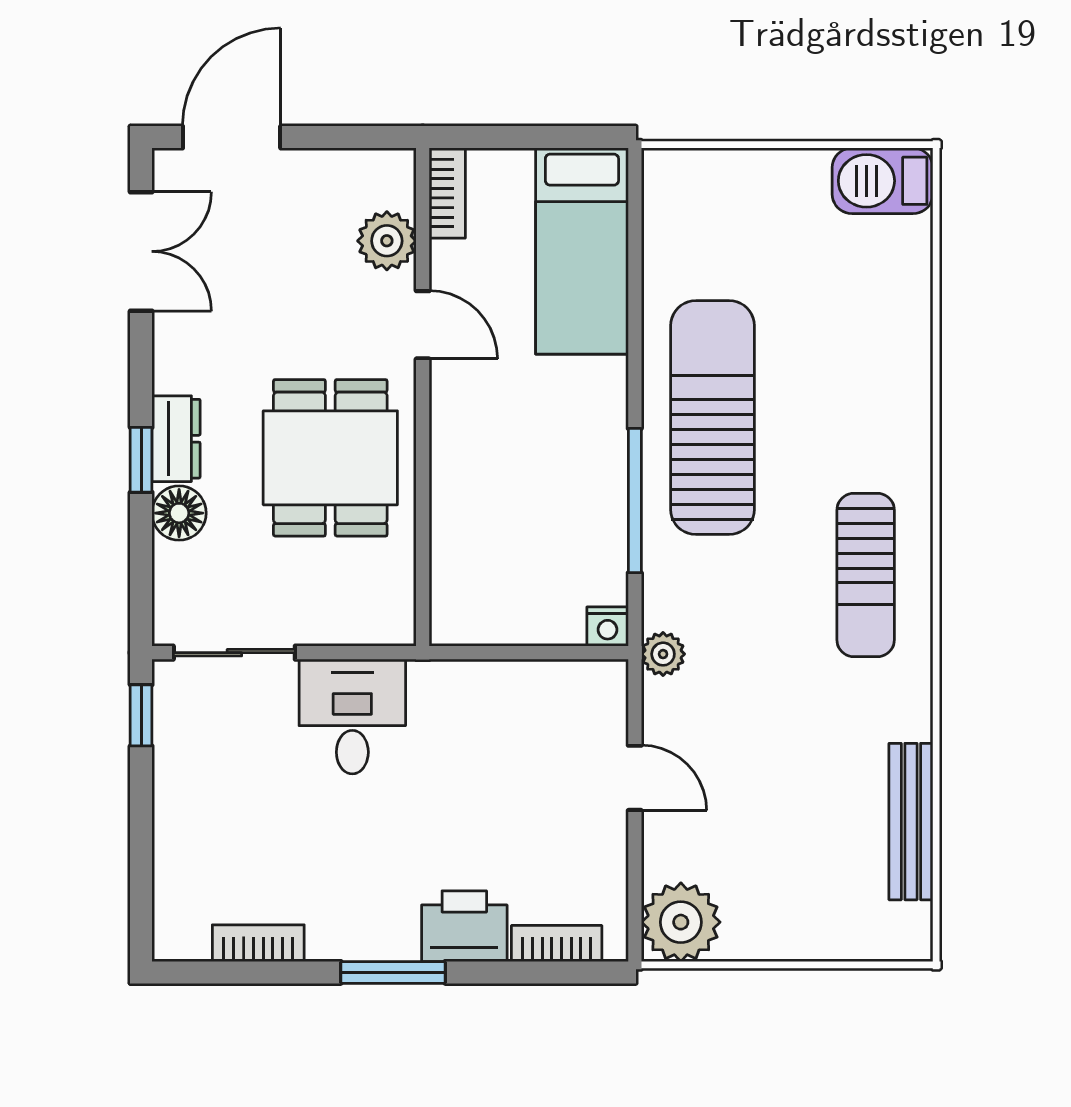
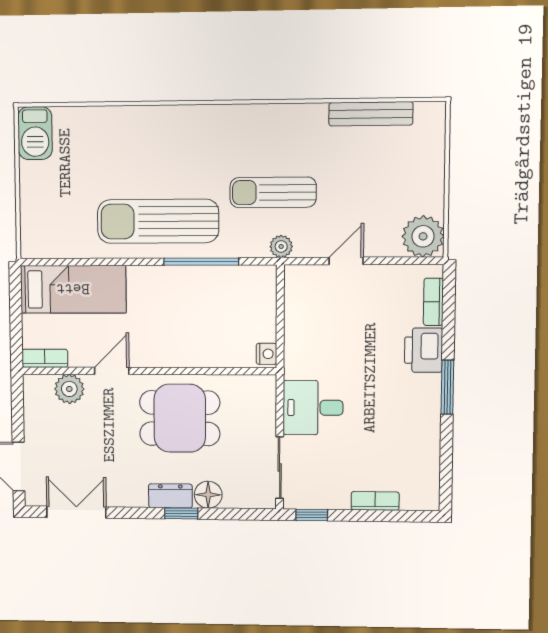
sun lounger: (866, 575) -> (273, 192), moved, turned 180
nightstand: (608, 627) -> (266, 354), moved
bookcase: (258, 943) -> (375, 501), moved, turned 90

